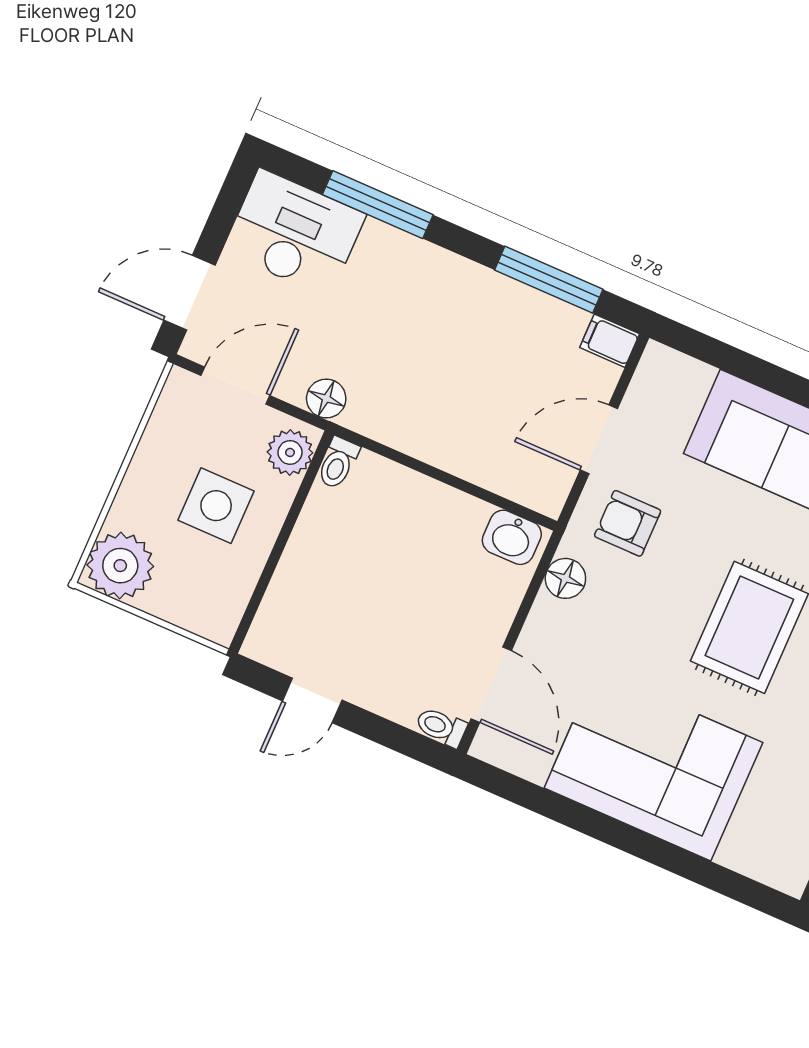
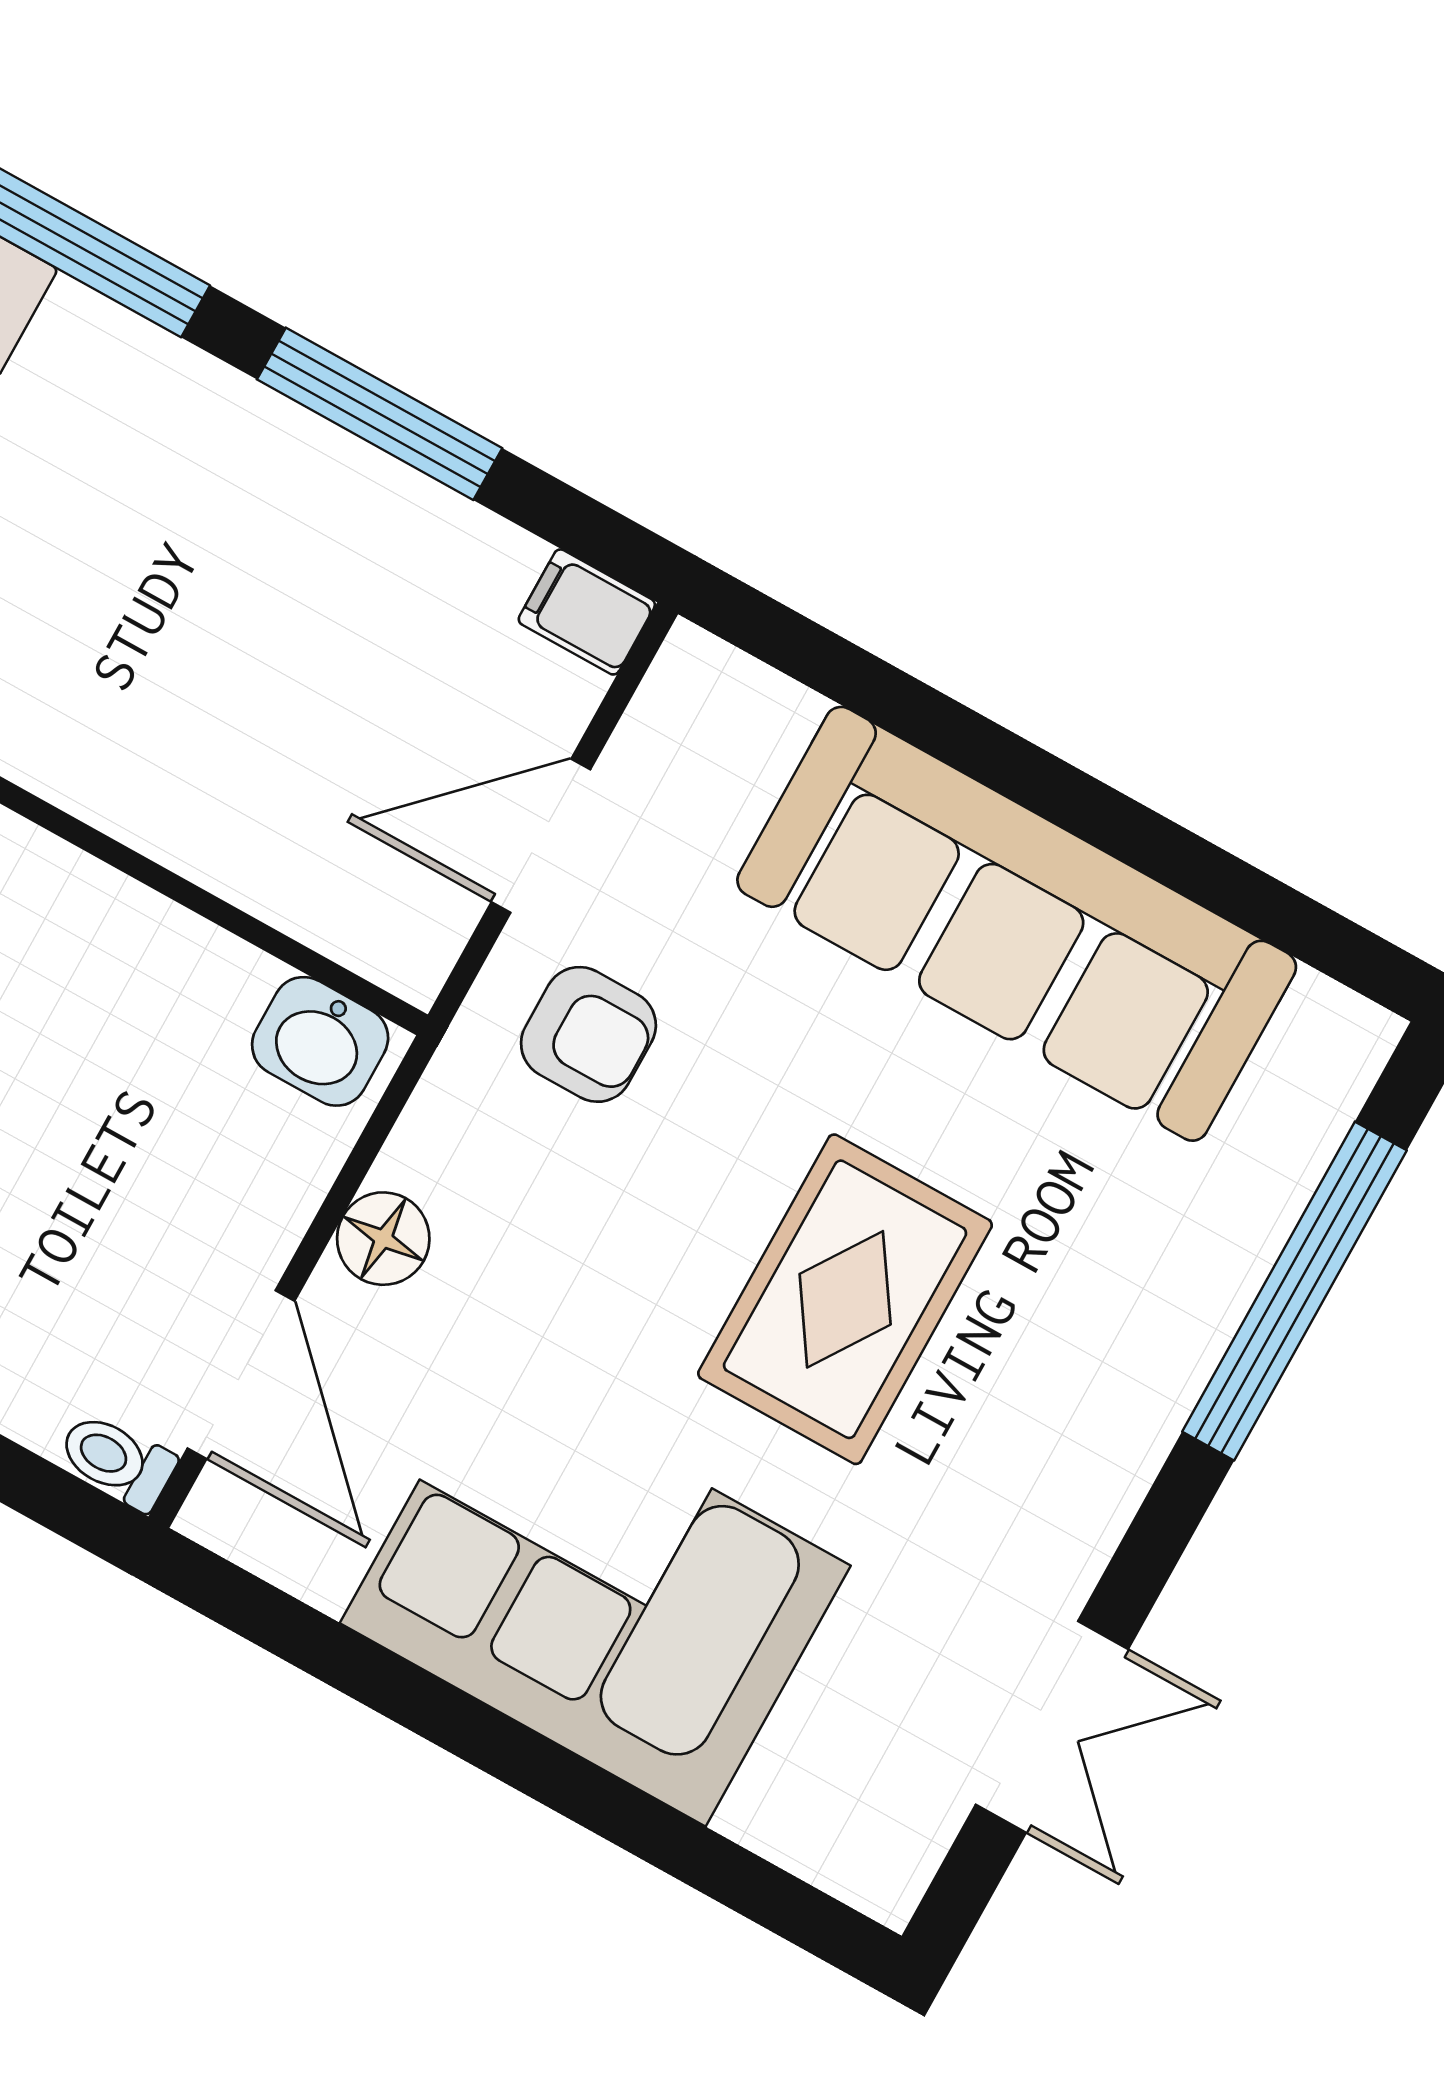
window: (549, 280) -> (380, 414), moved
armchair: (628, 523) -> (588, 1034), turned 180
floor lamp: (565, 578) -> (383, 1239), moved

